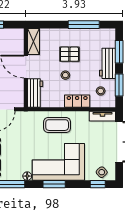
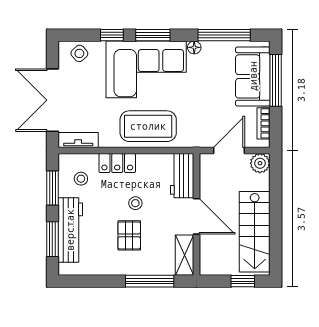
window: (84, 25) -> (150, 281), moved
pallet: (69, 54) -> (129, 235), turned 90
workbench: (108, 63) -> (70, 230), width x1.37
coffee table: (57, 125) -> (148, 126), width x1.36, depth x1.32
window: (98, 184) -> (112, 35), moved

